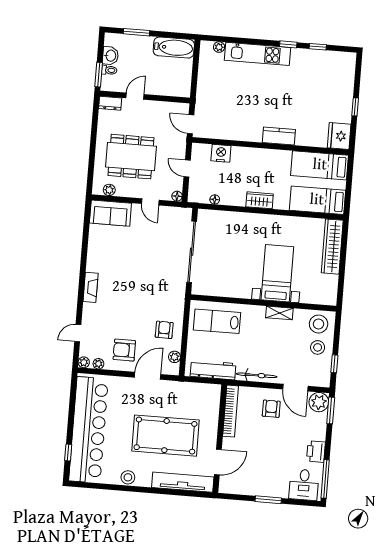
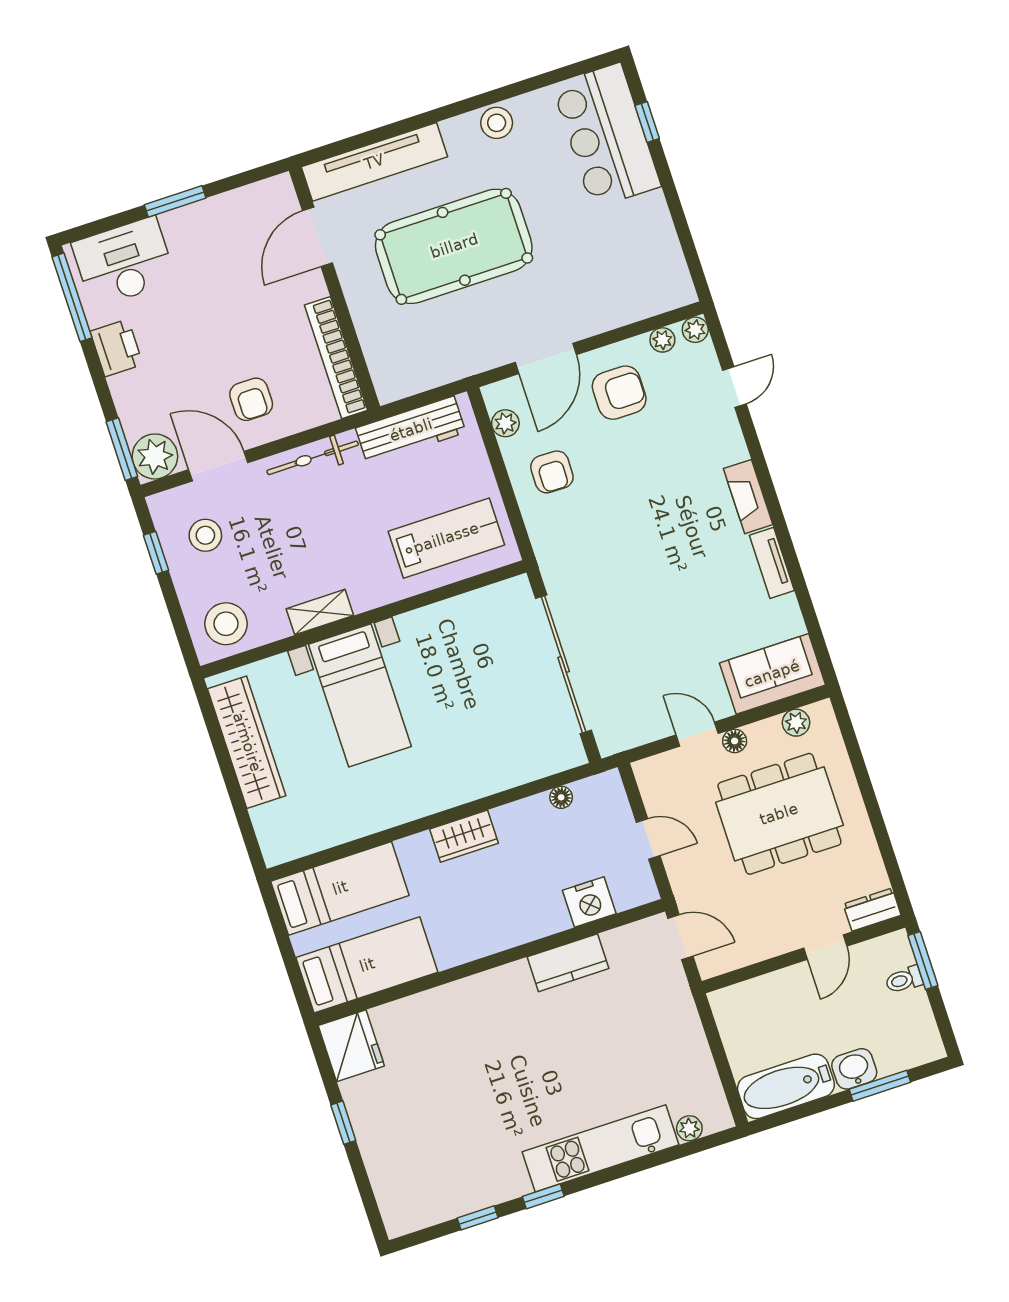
washbasin: (110, 56) -> (854, 1069), moved, turned 90
kitchen counter: (279, 136) -> (568, 963), moved
floor lamp: (177, 196) -> (735, 741), moved
wardrobe: (332, 247) -> (247, 742), moved
tv unit: (92, 257) -> (772, 563), added
stool: (318, 347) -> (205, 535), moved
bar counter: (89, 430) -> (606, 136), width x0.54
desk: (304, 485) -> (124, 262), width x1.37

